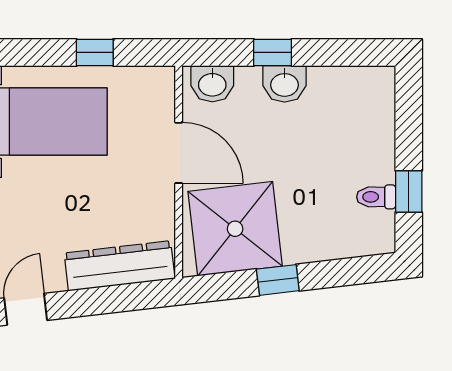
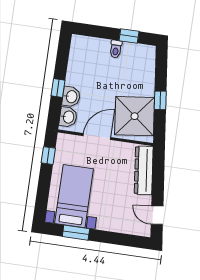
window: (95, 52) -> (48, 156), moved
washbasin: (285, 84) -> (71, 97), moved
toilet: (376, 197) -> (116, 49), moved

